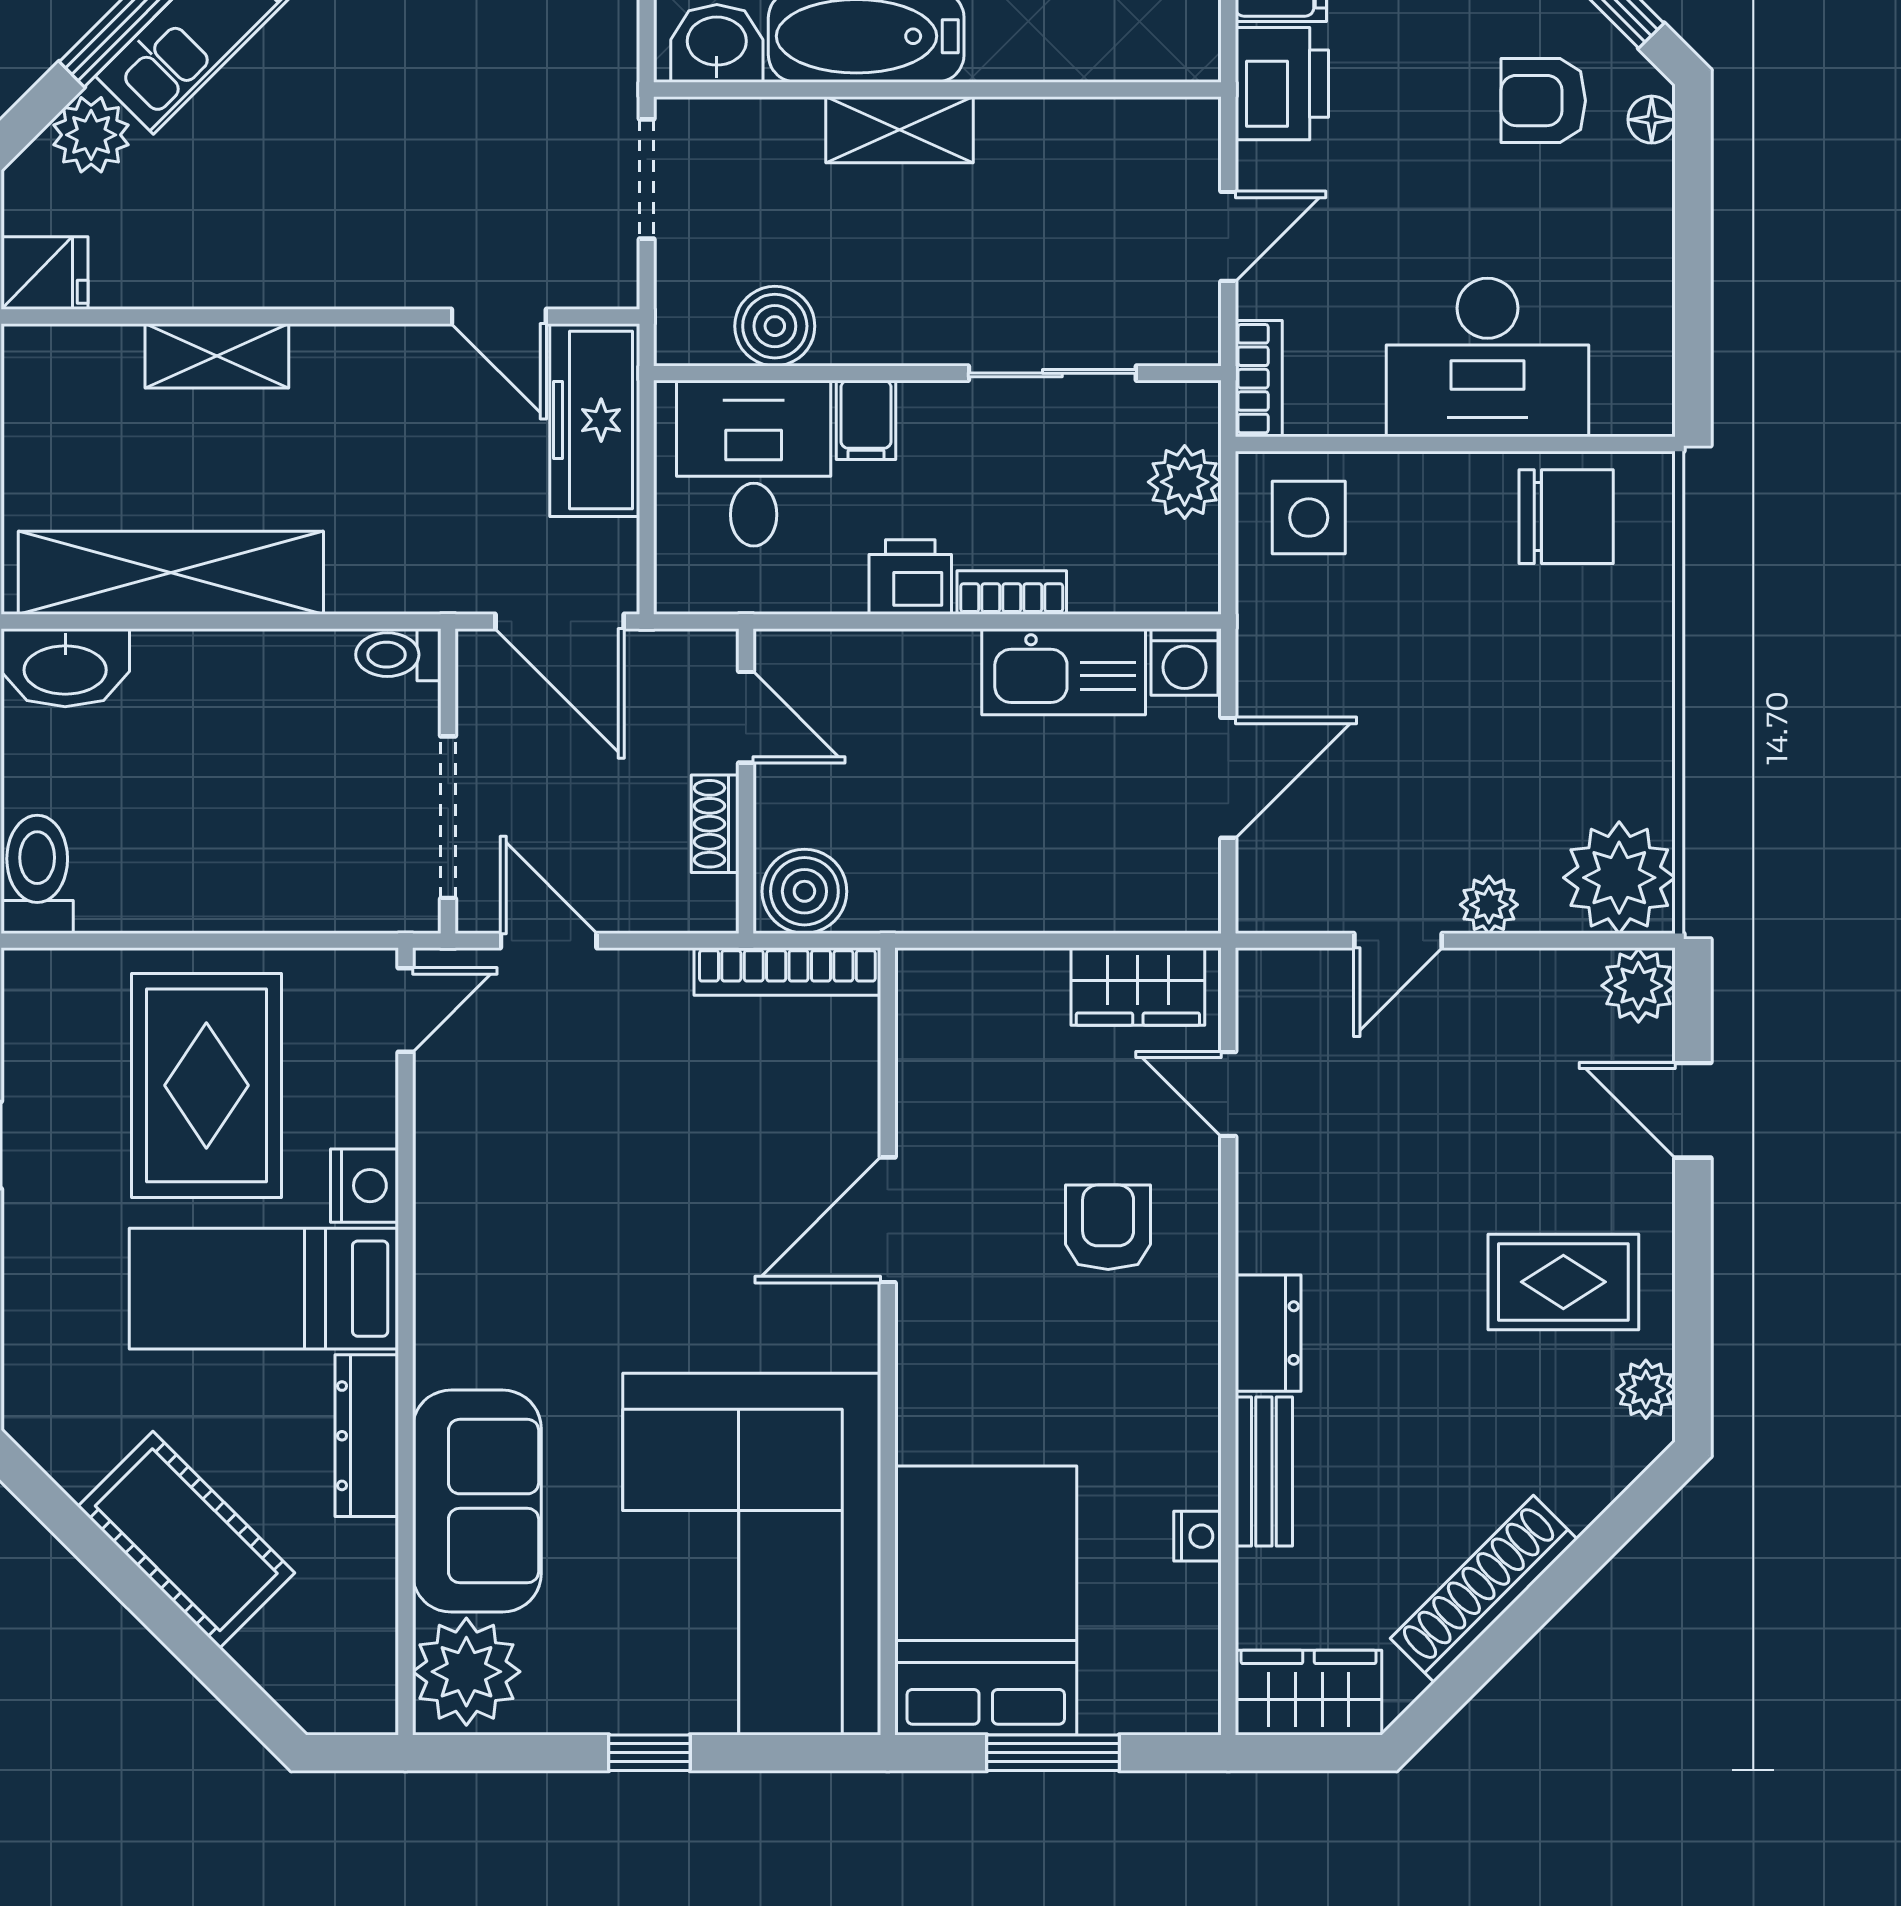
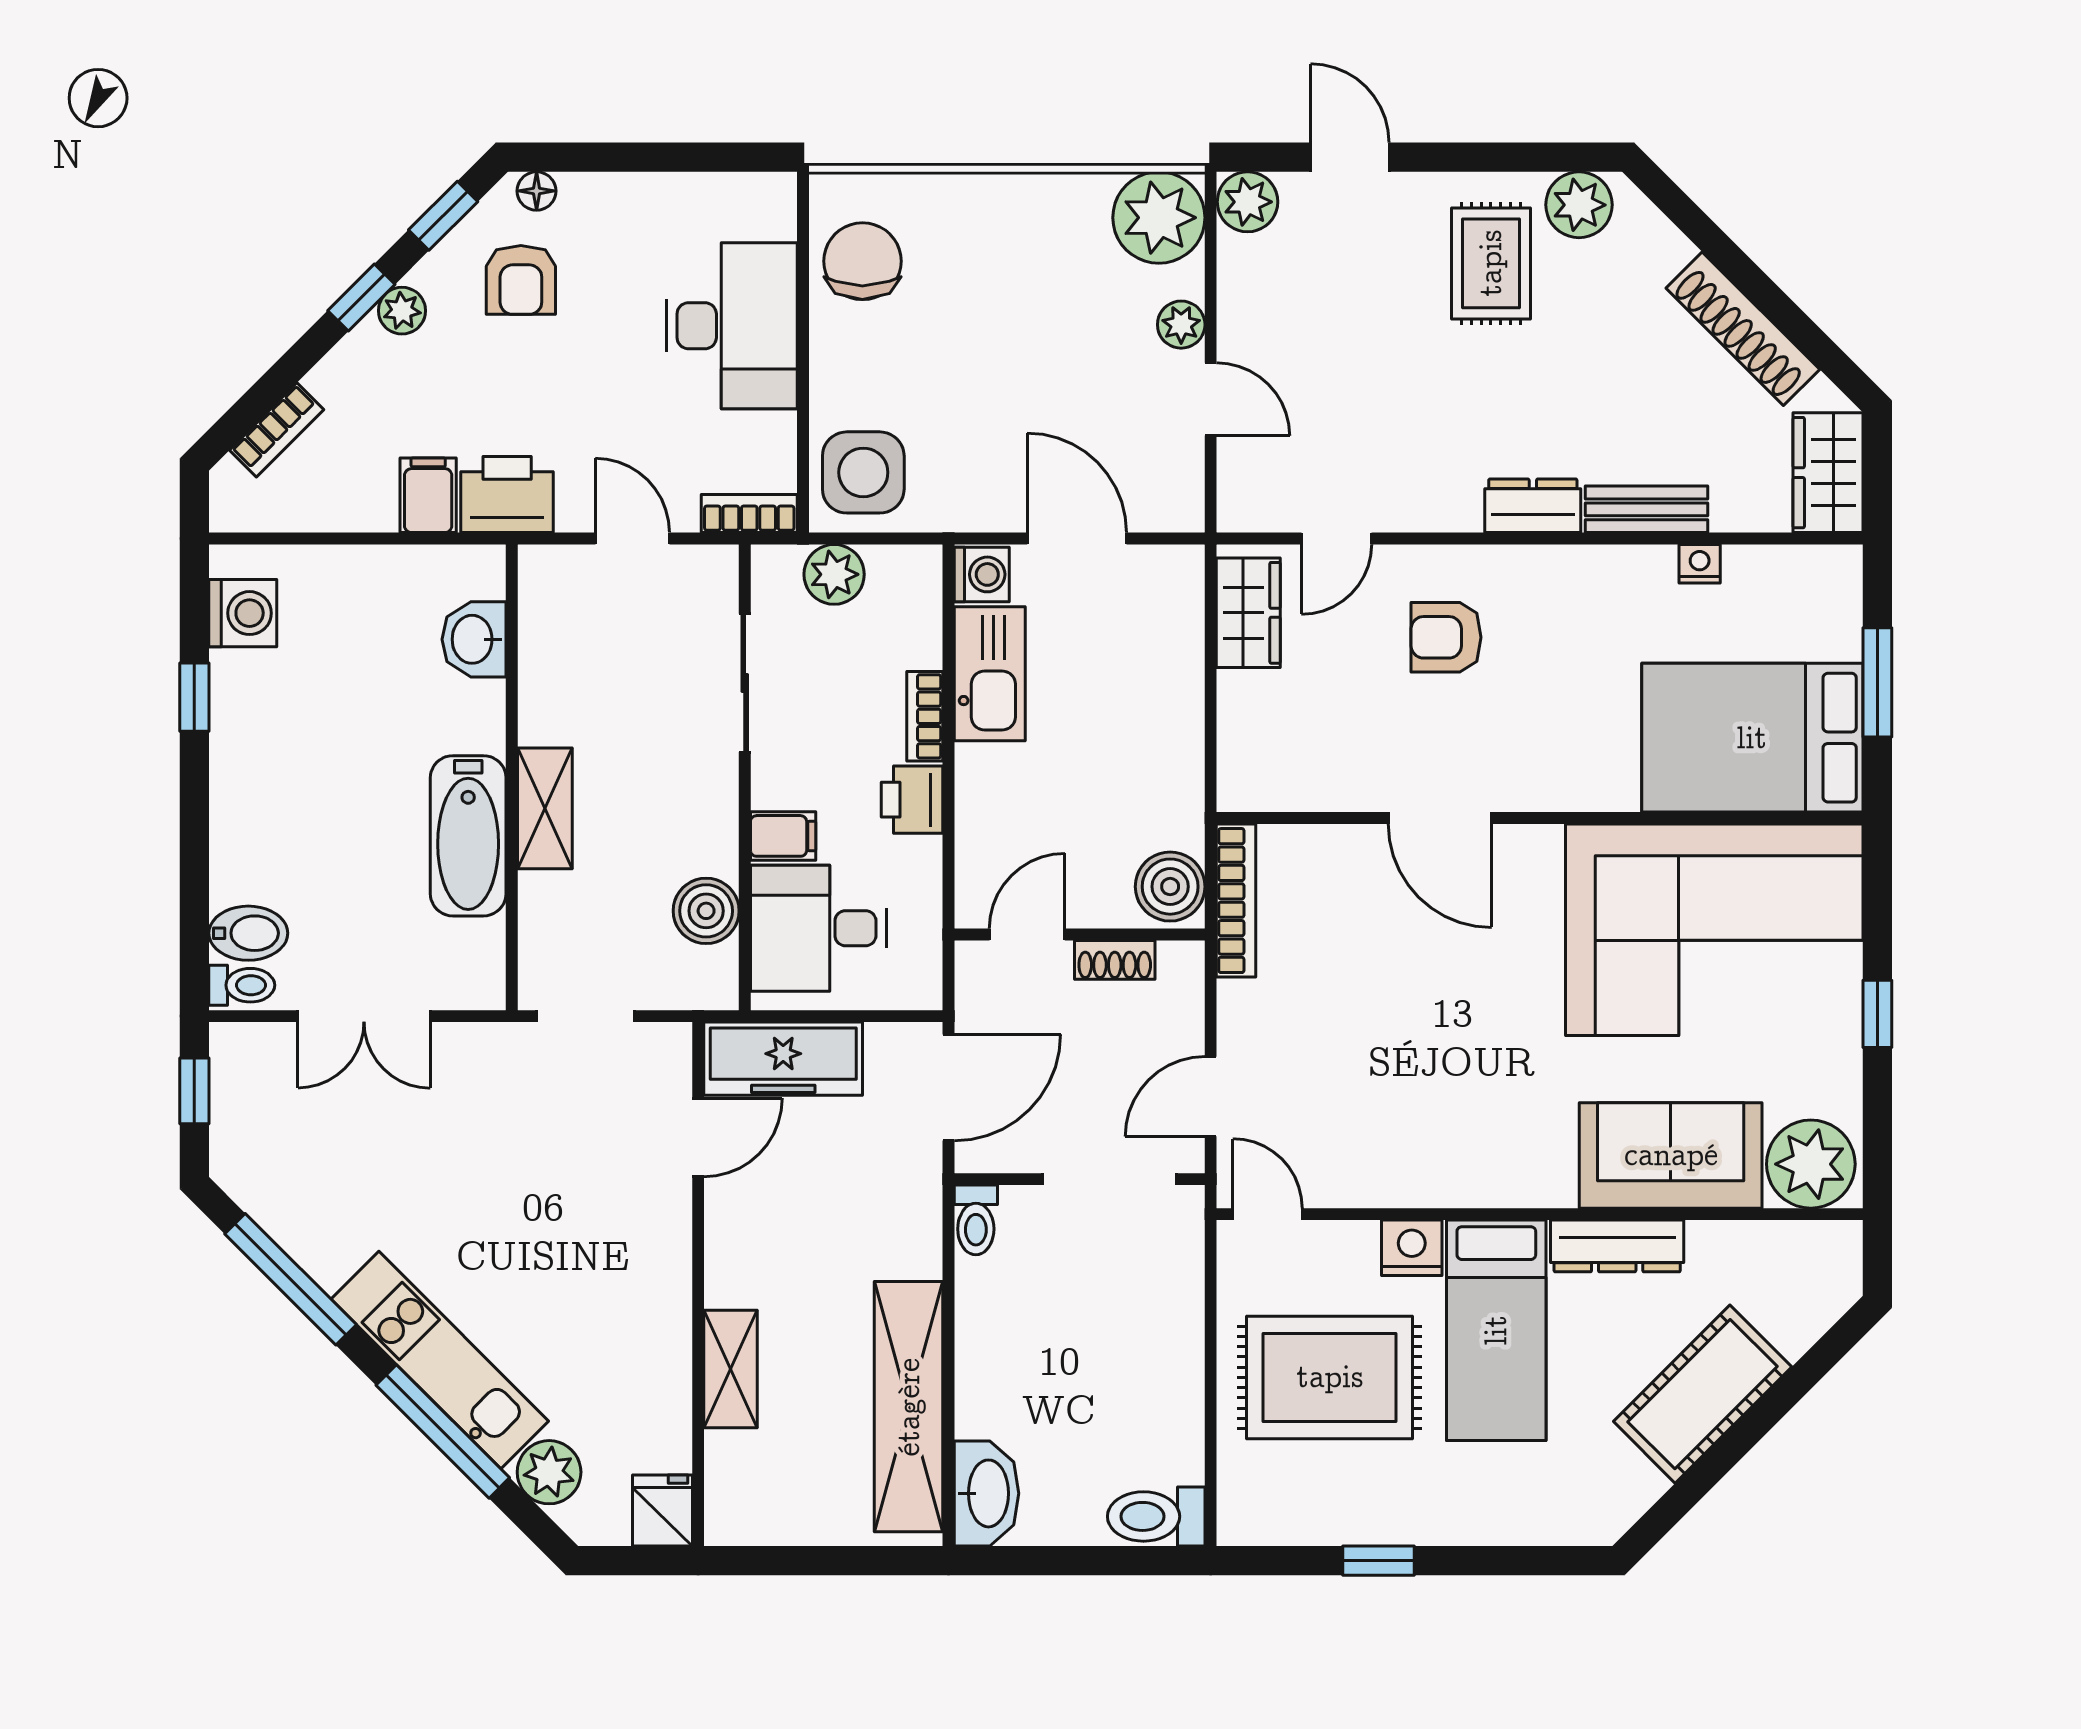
washbasin: (717, 43) -> (474, 639), moved
side table: (1309, 518) -> (863, 472), width x1.37, depth x1.37
door: (1693, 1110) -> (1350, 157), swing flipped
plant: (1646, 1389) -> (1579, 205), width x1.38, depth x1.38

